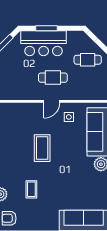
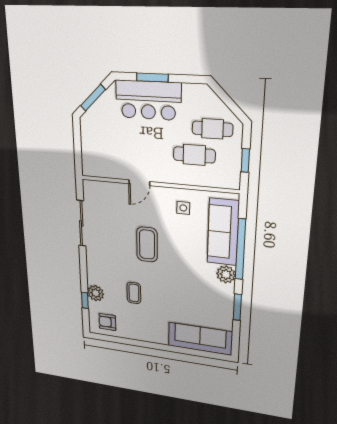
cafe table: (53, 78) -> (194, 155), moved
door: (52, 101) -> (139, 183), moved

